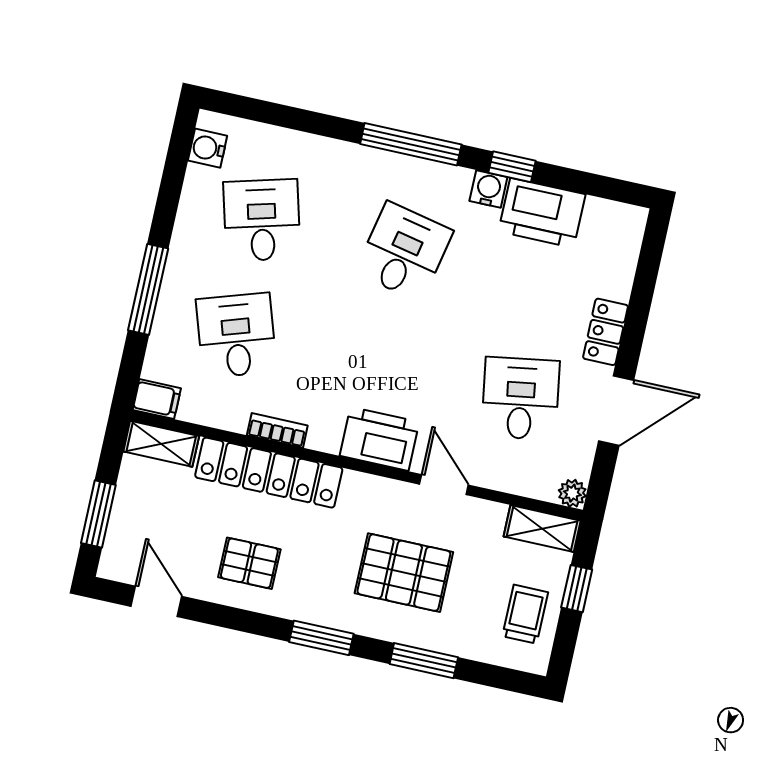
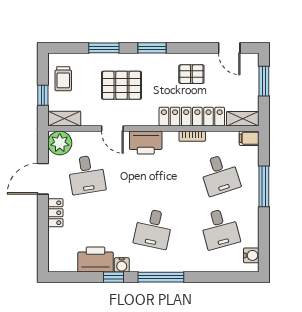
plant: (572, 493) -> (60, 143), width x1.88, depth x1.88

